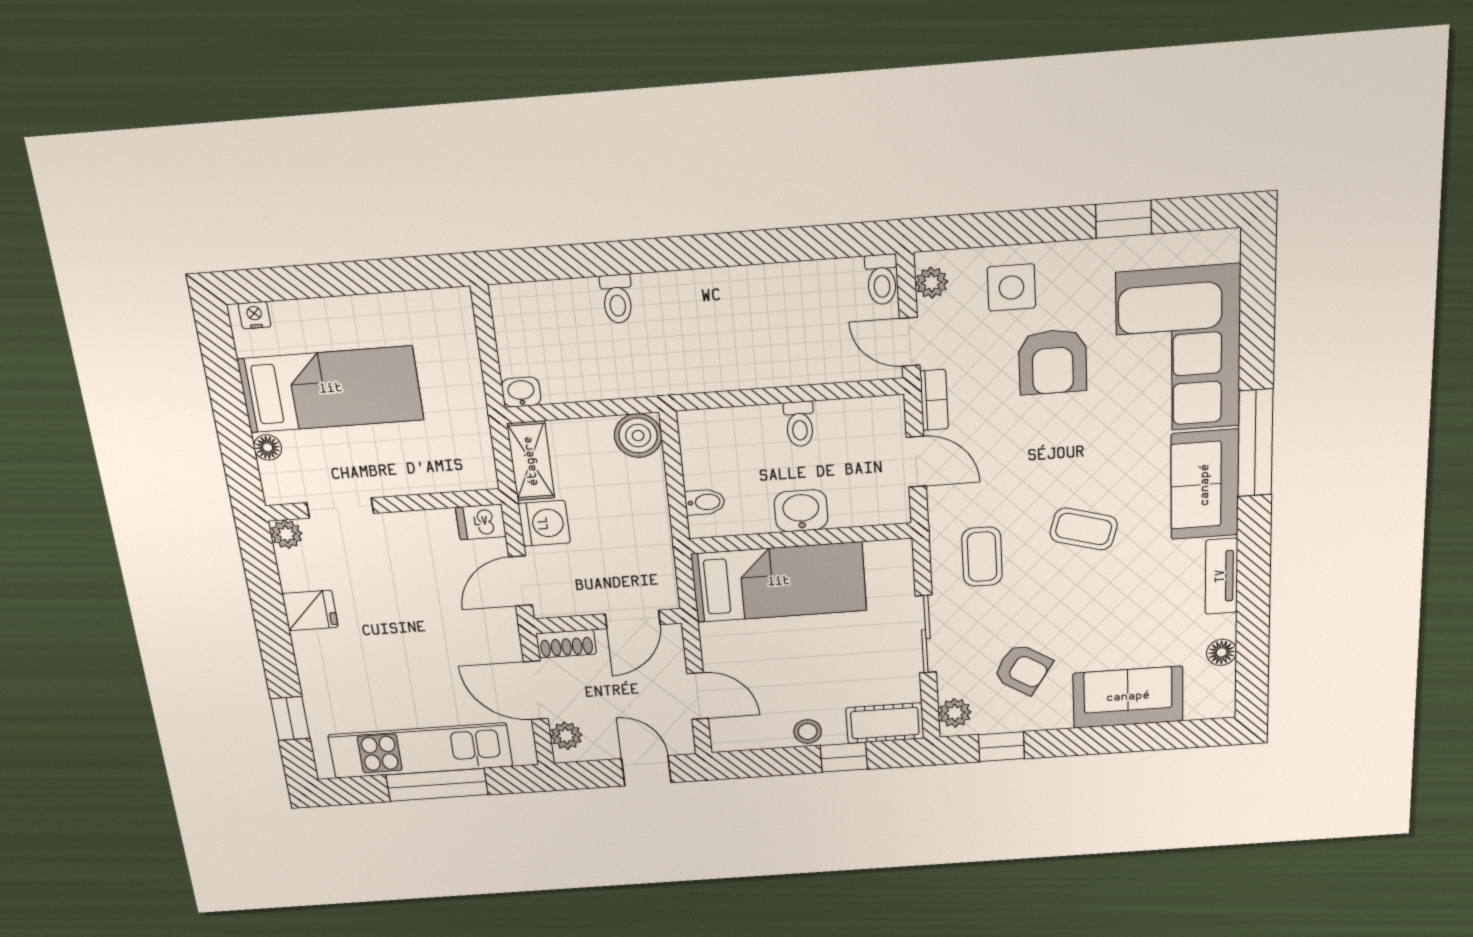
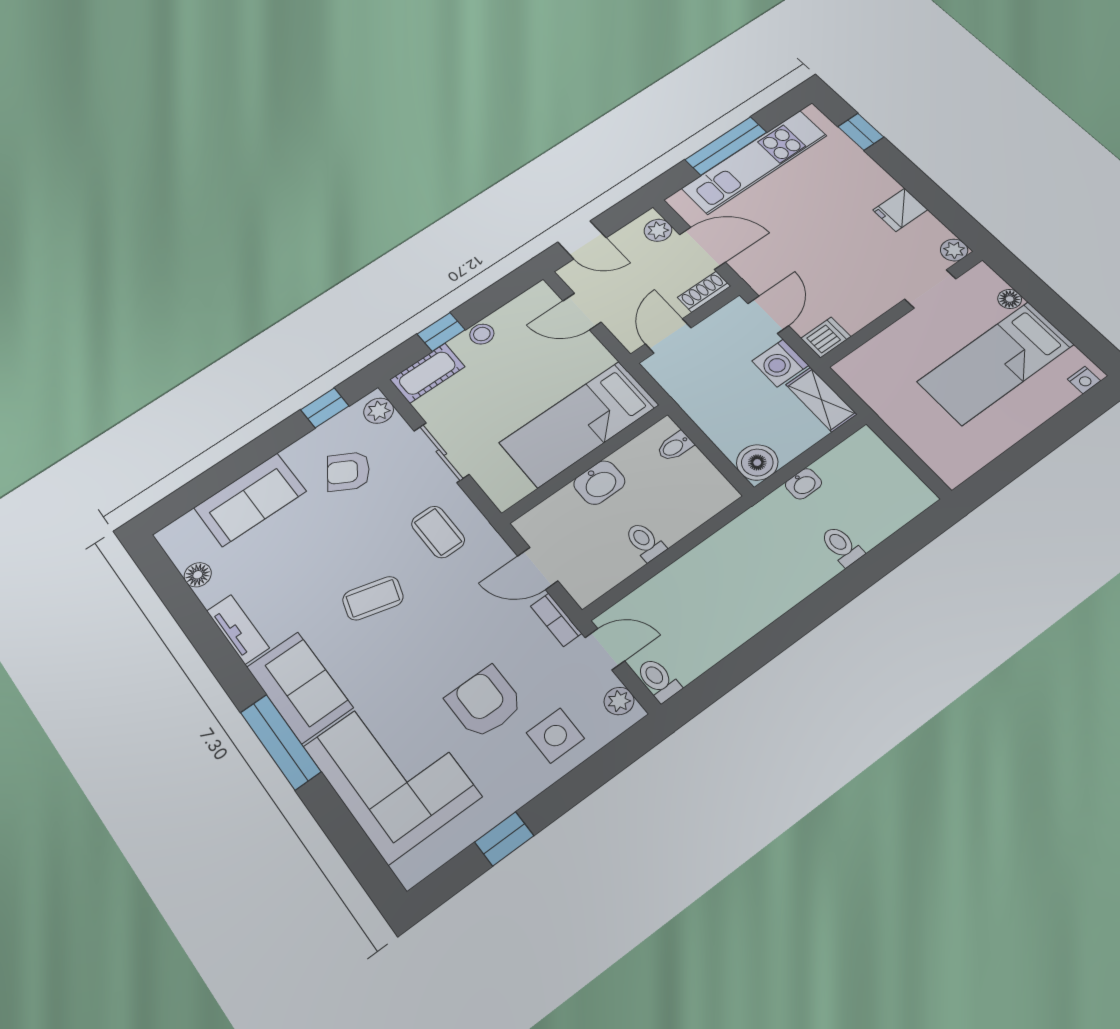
washbasin: (521, 392) -> (803, 484), moved

